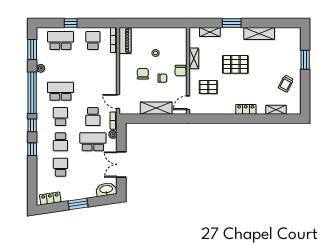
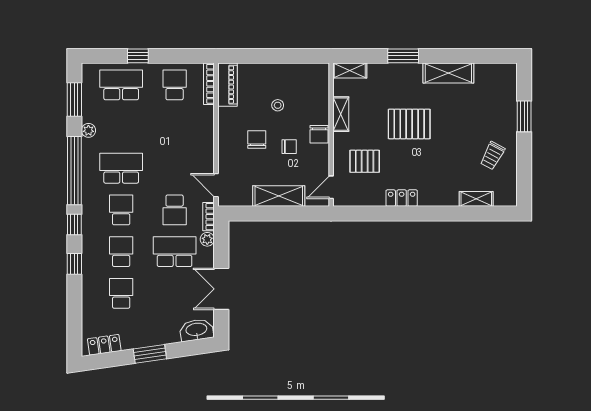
shelving: (210, 32) -> (350, 71), moved
locker: (246, 109) -> (402, 198), moved
school desk: (60, 142) -> (121, 252), turned 180

